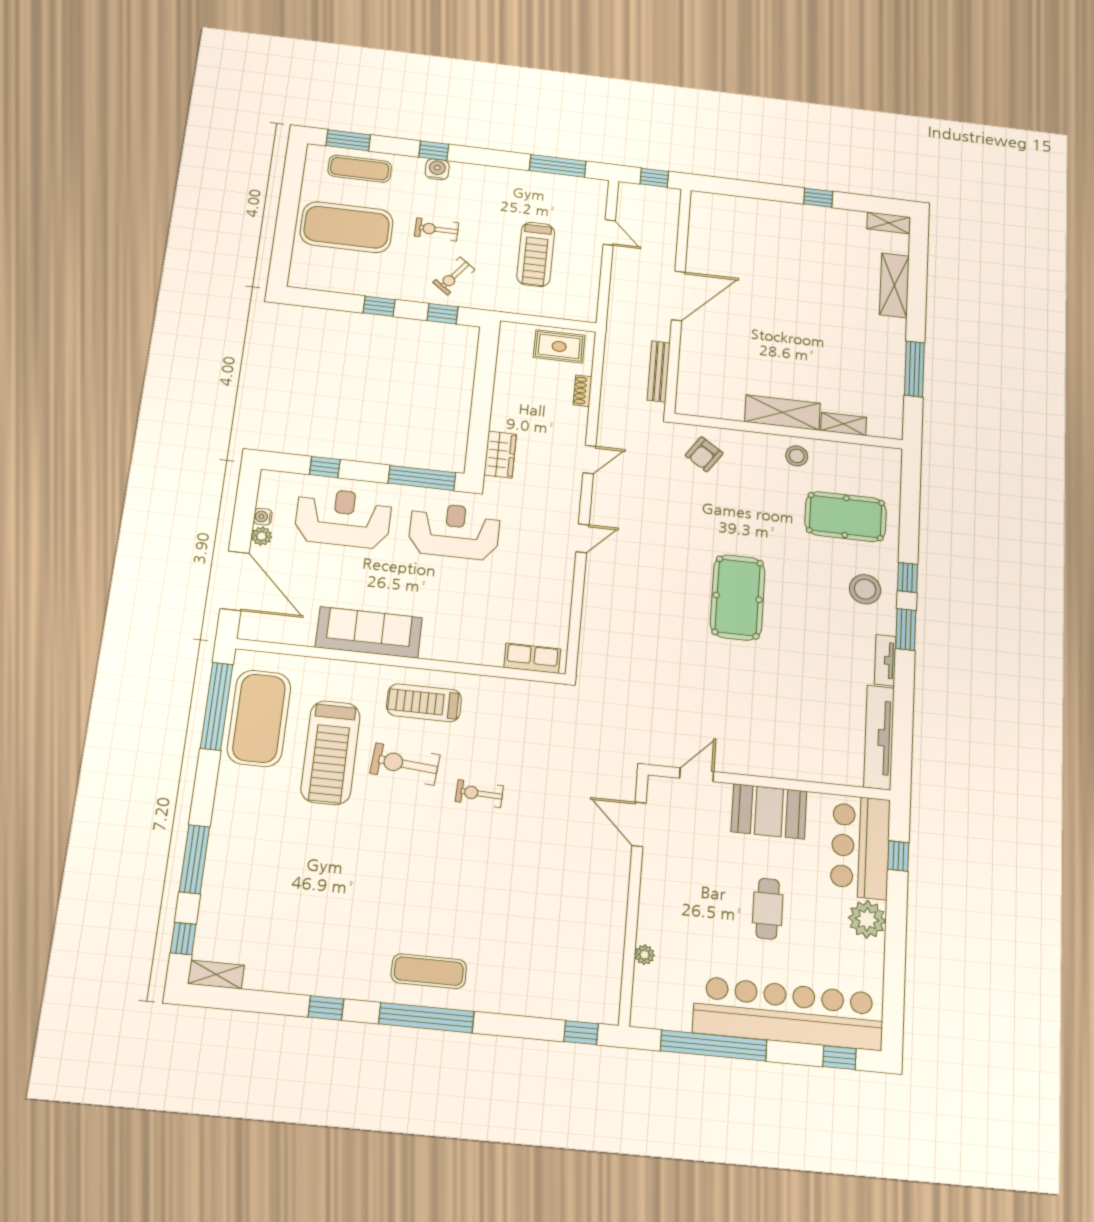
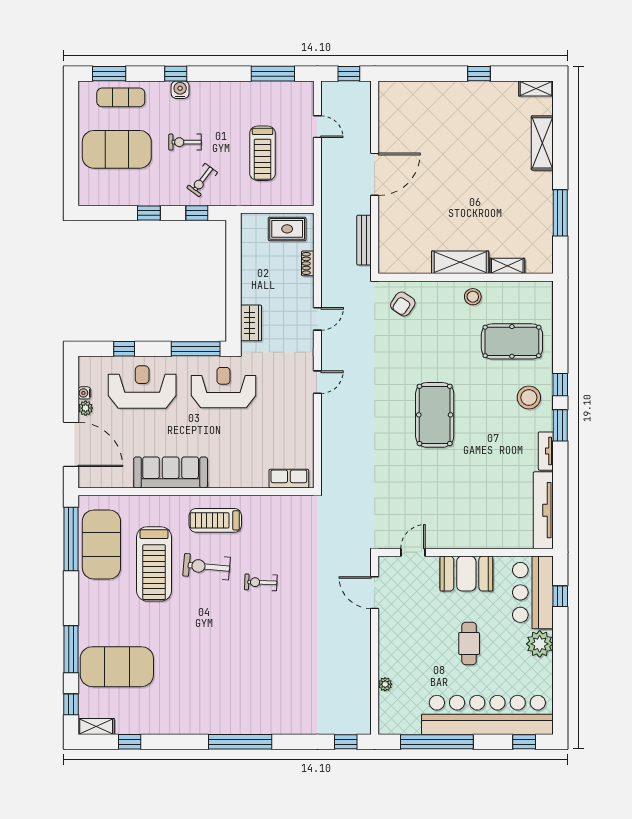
exercise mat: (429, 971) -> (117, 667), moved, width x2.00, depth x1.45
window: (326, 1008) -> (130, 742), moved

